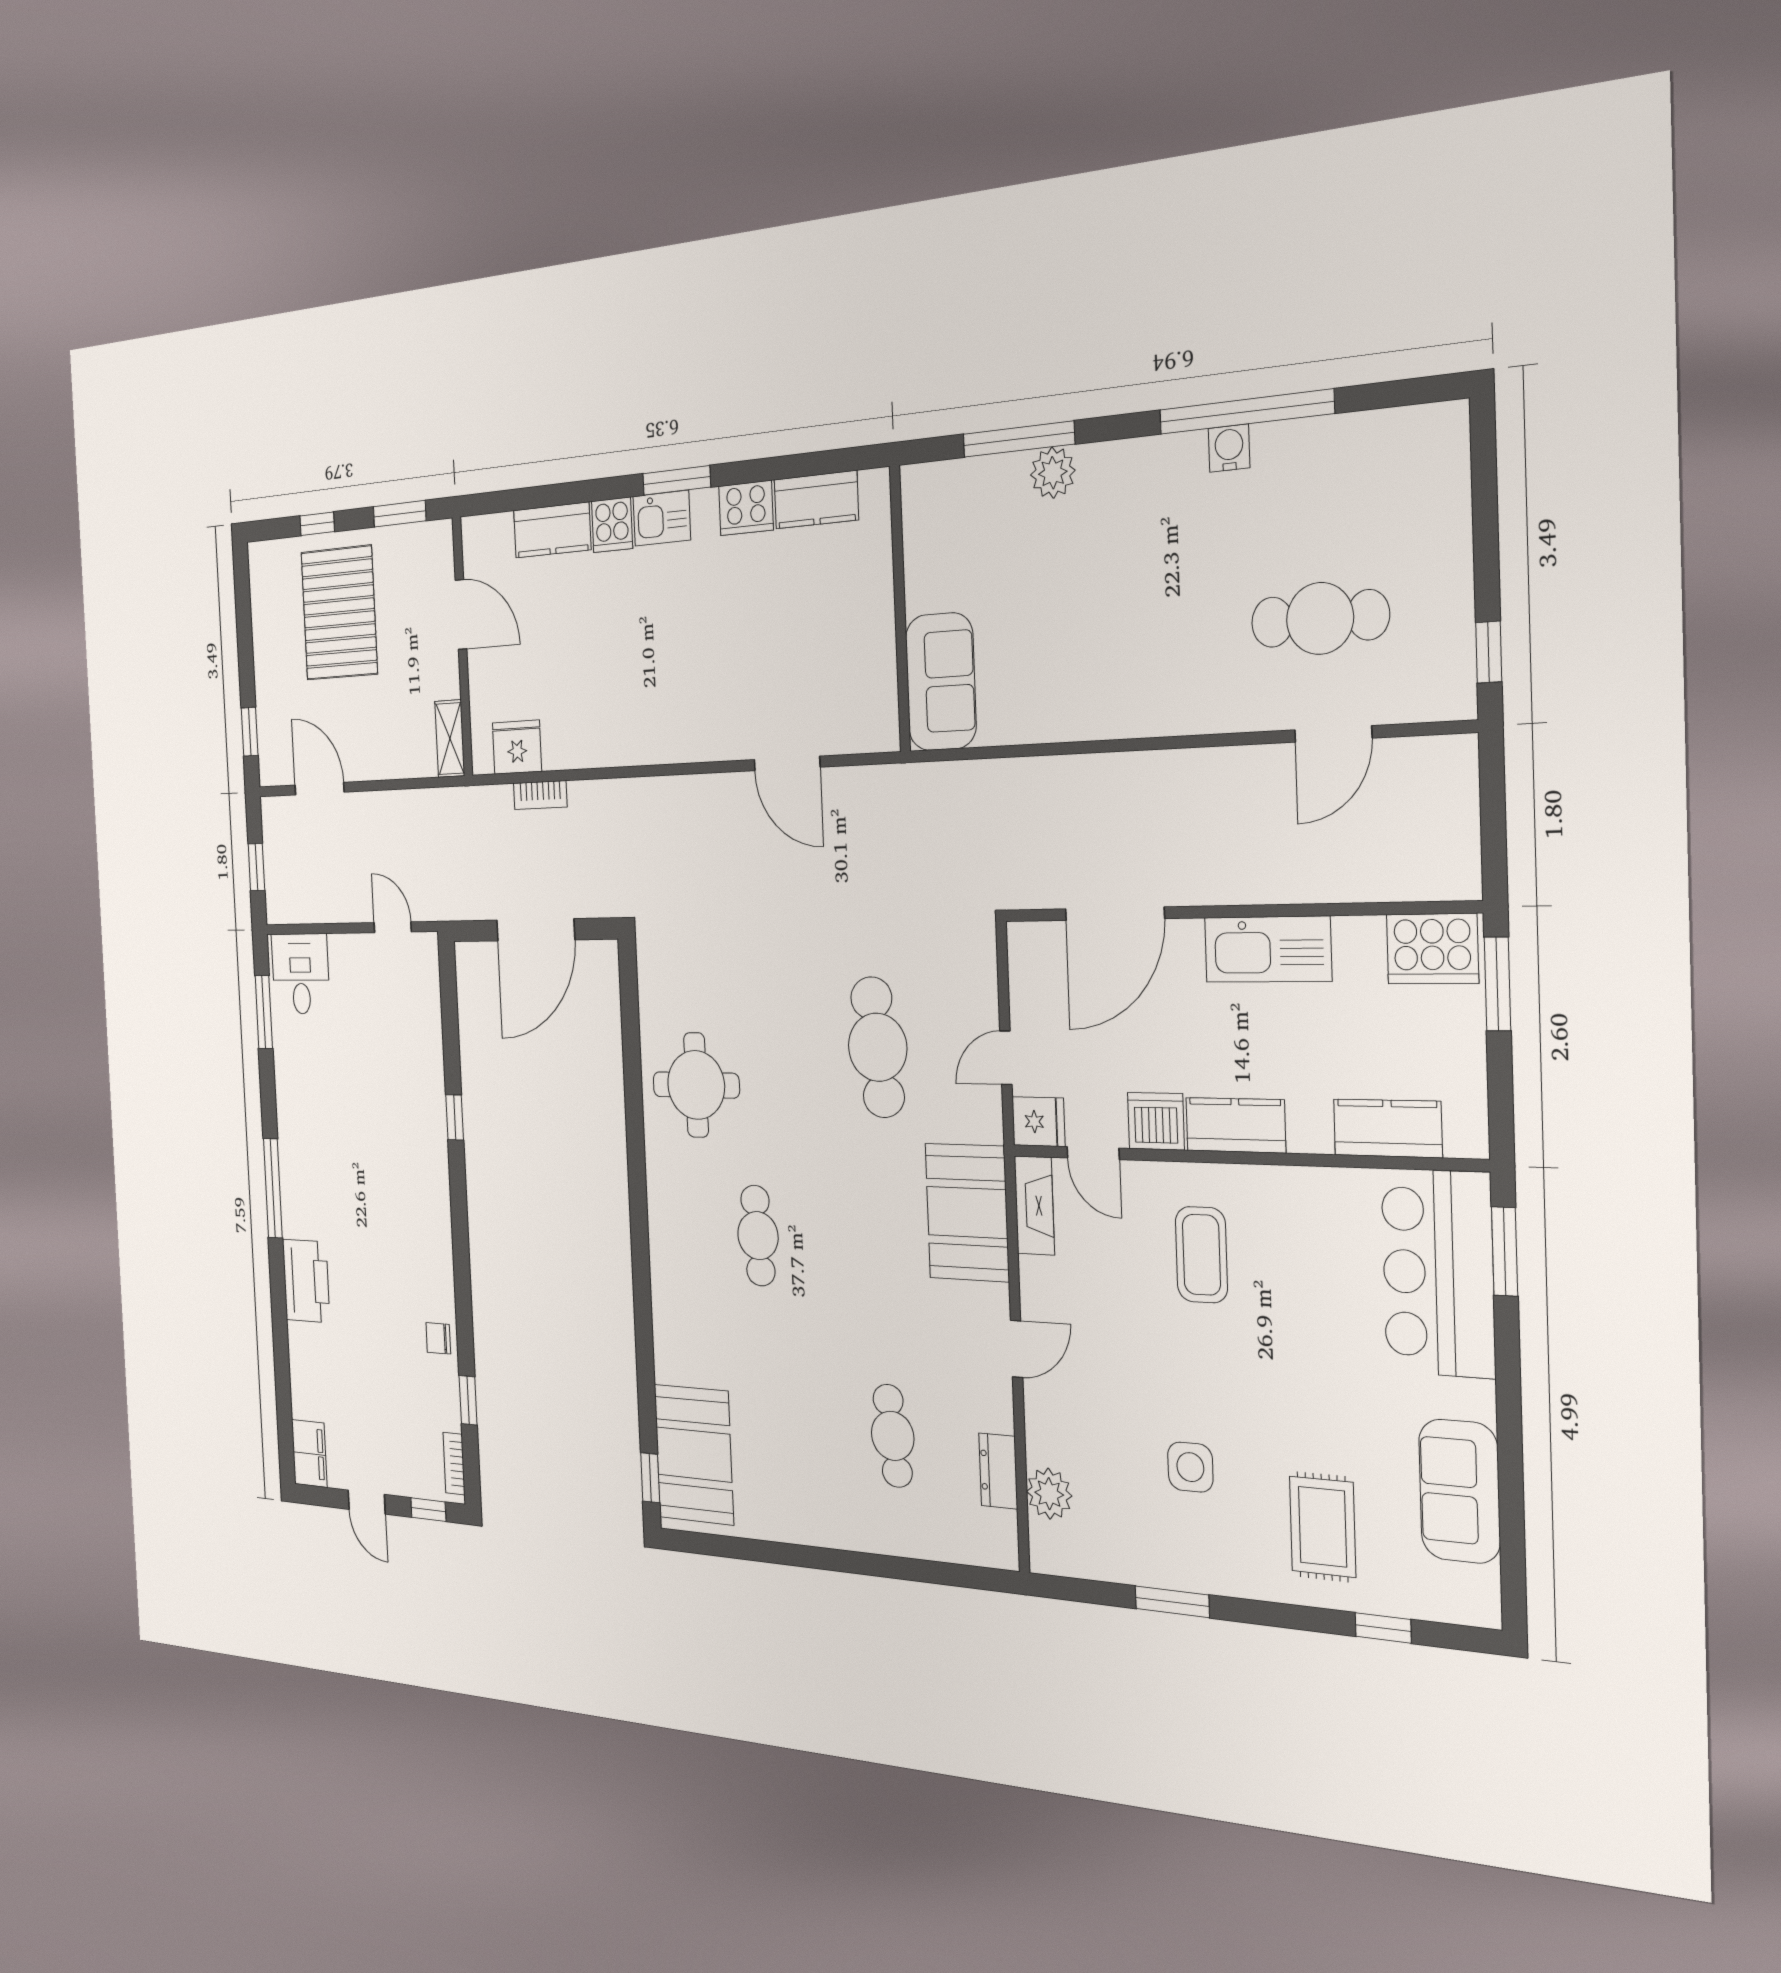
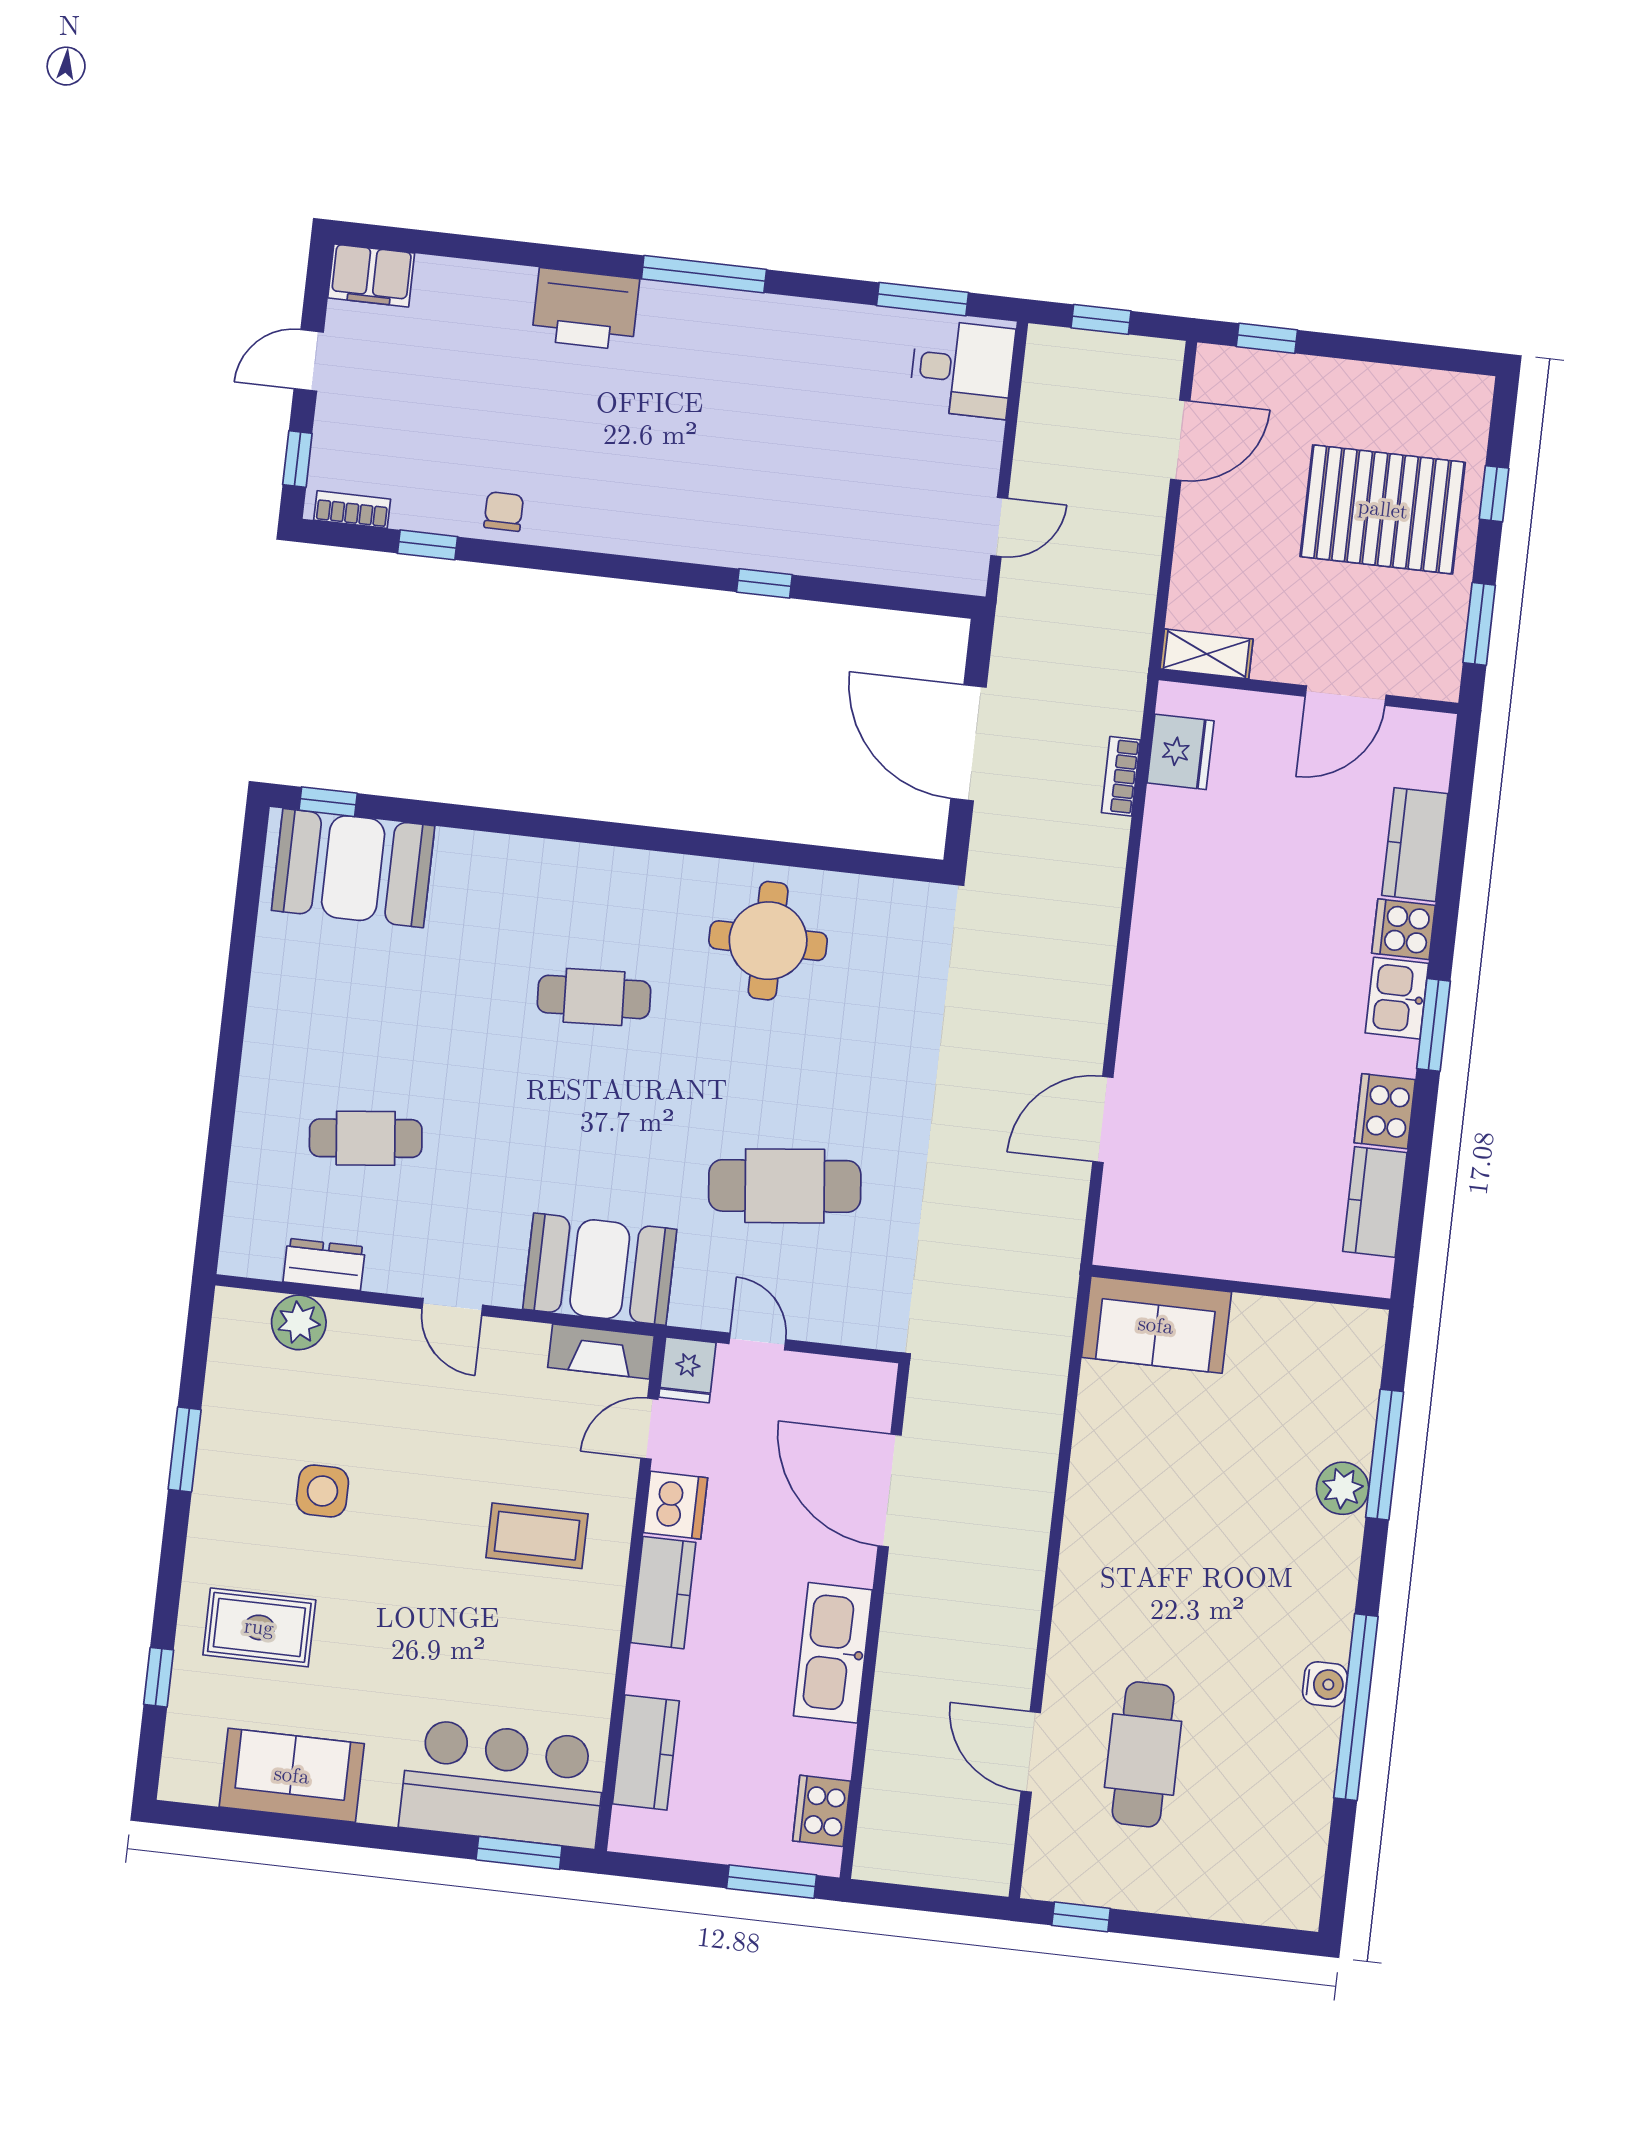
cooker: (1432, 949) -> (822, 1811), width x0.73, depth x0.76

